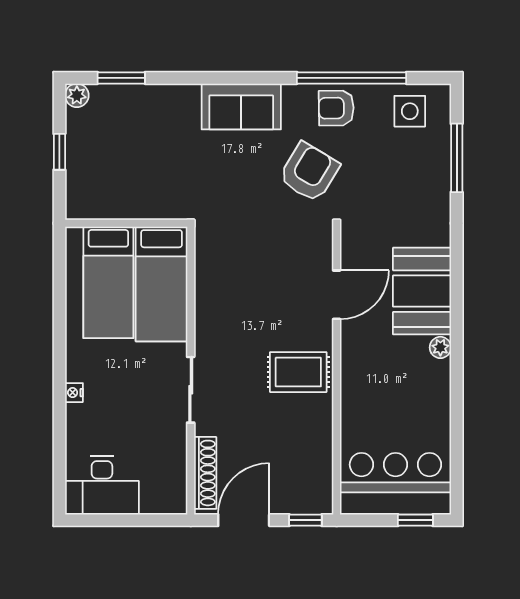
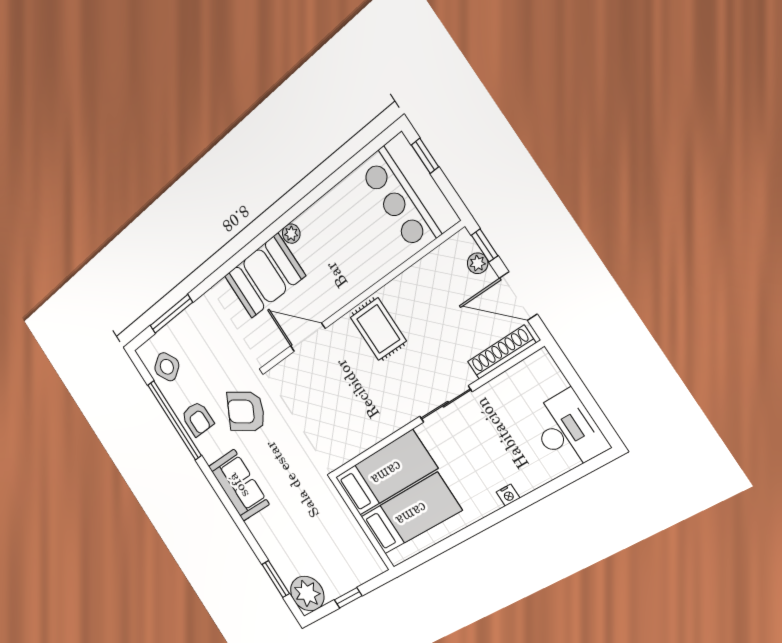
plant: (77, 95) -> (307, 594), width x1.87, depth x1.87
side table: (410, 111) -> (167, 367), turned -32
plant: (295, 504) -> (478, 263), added

